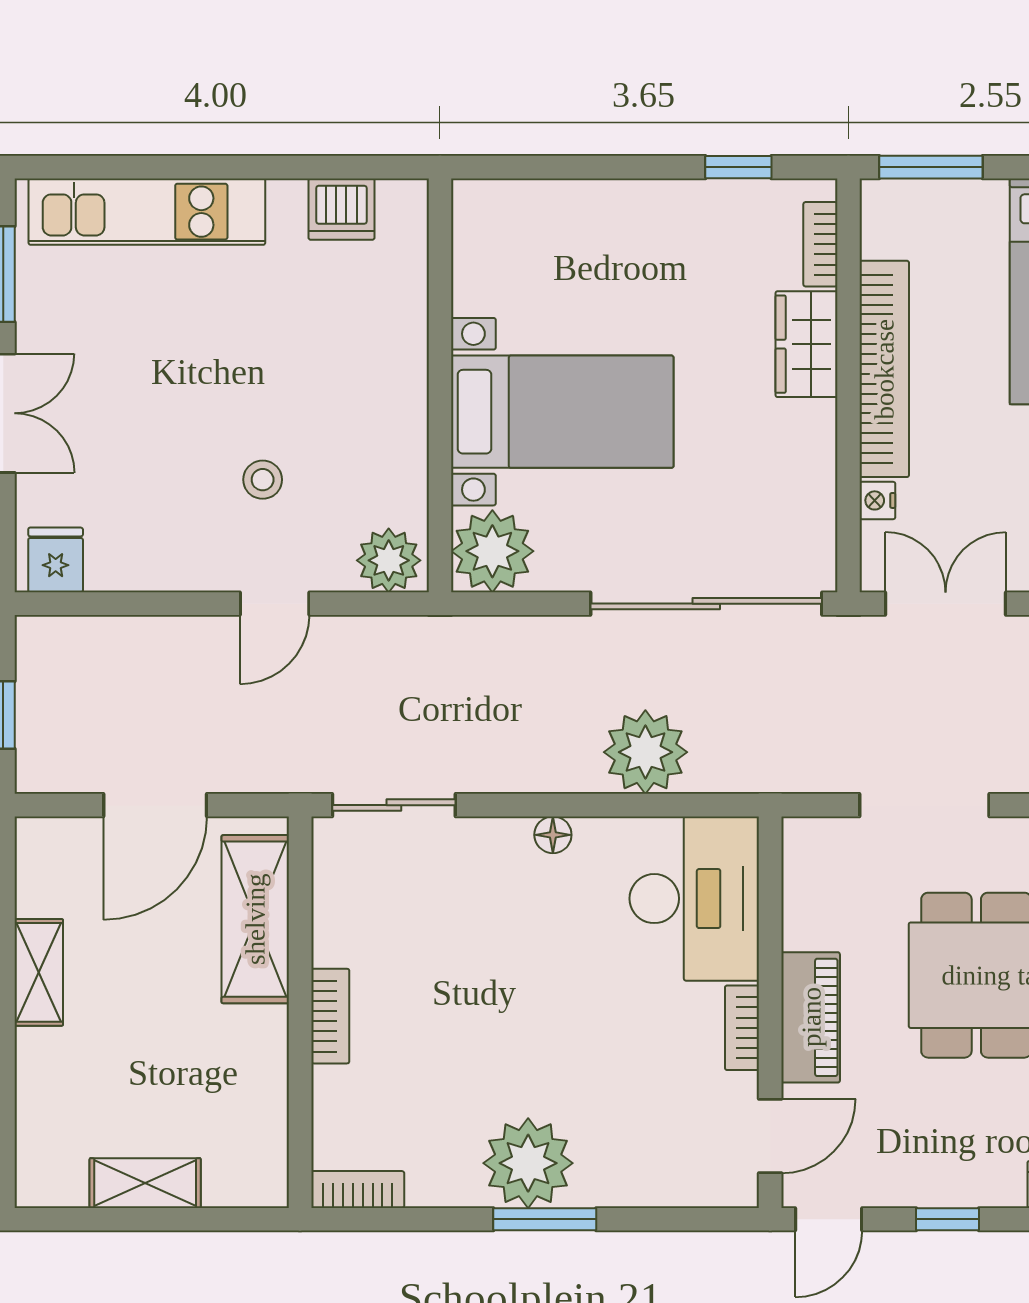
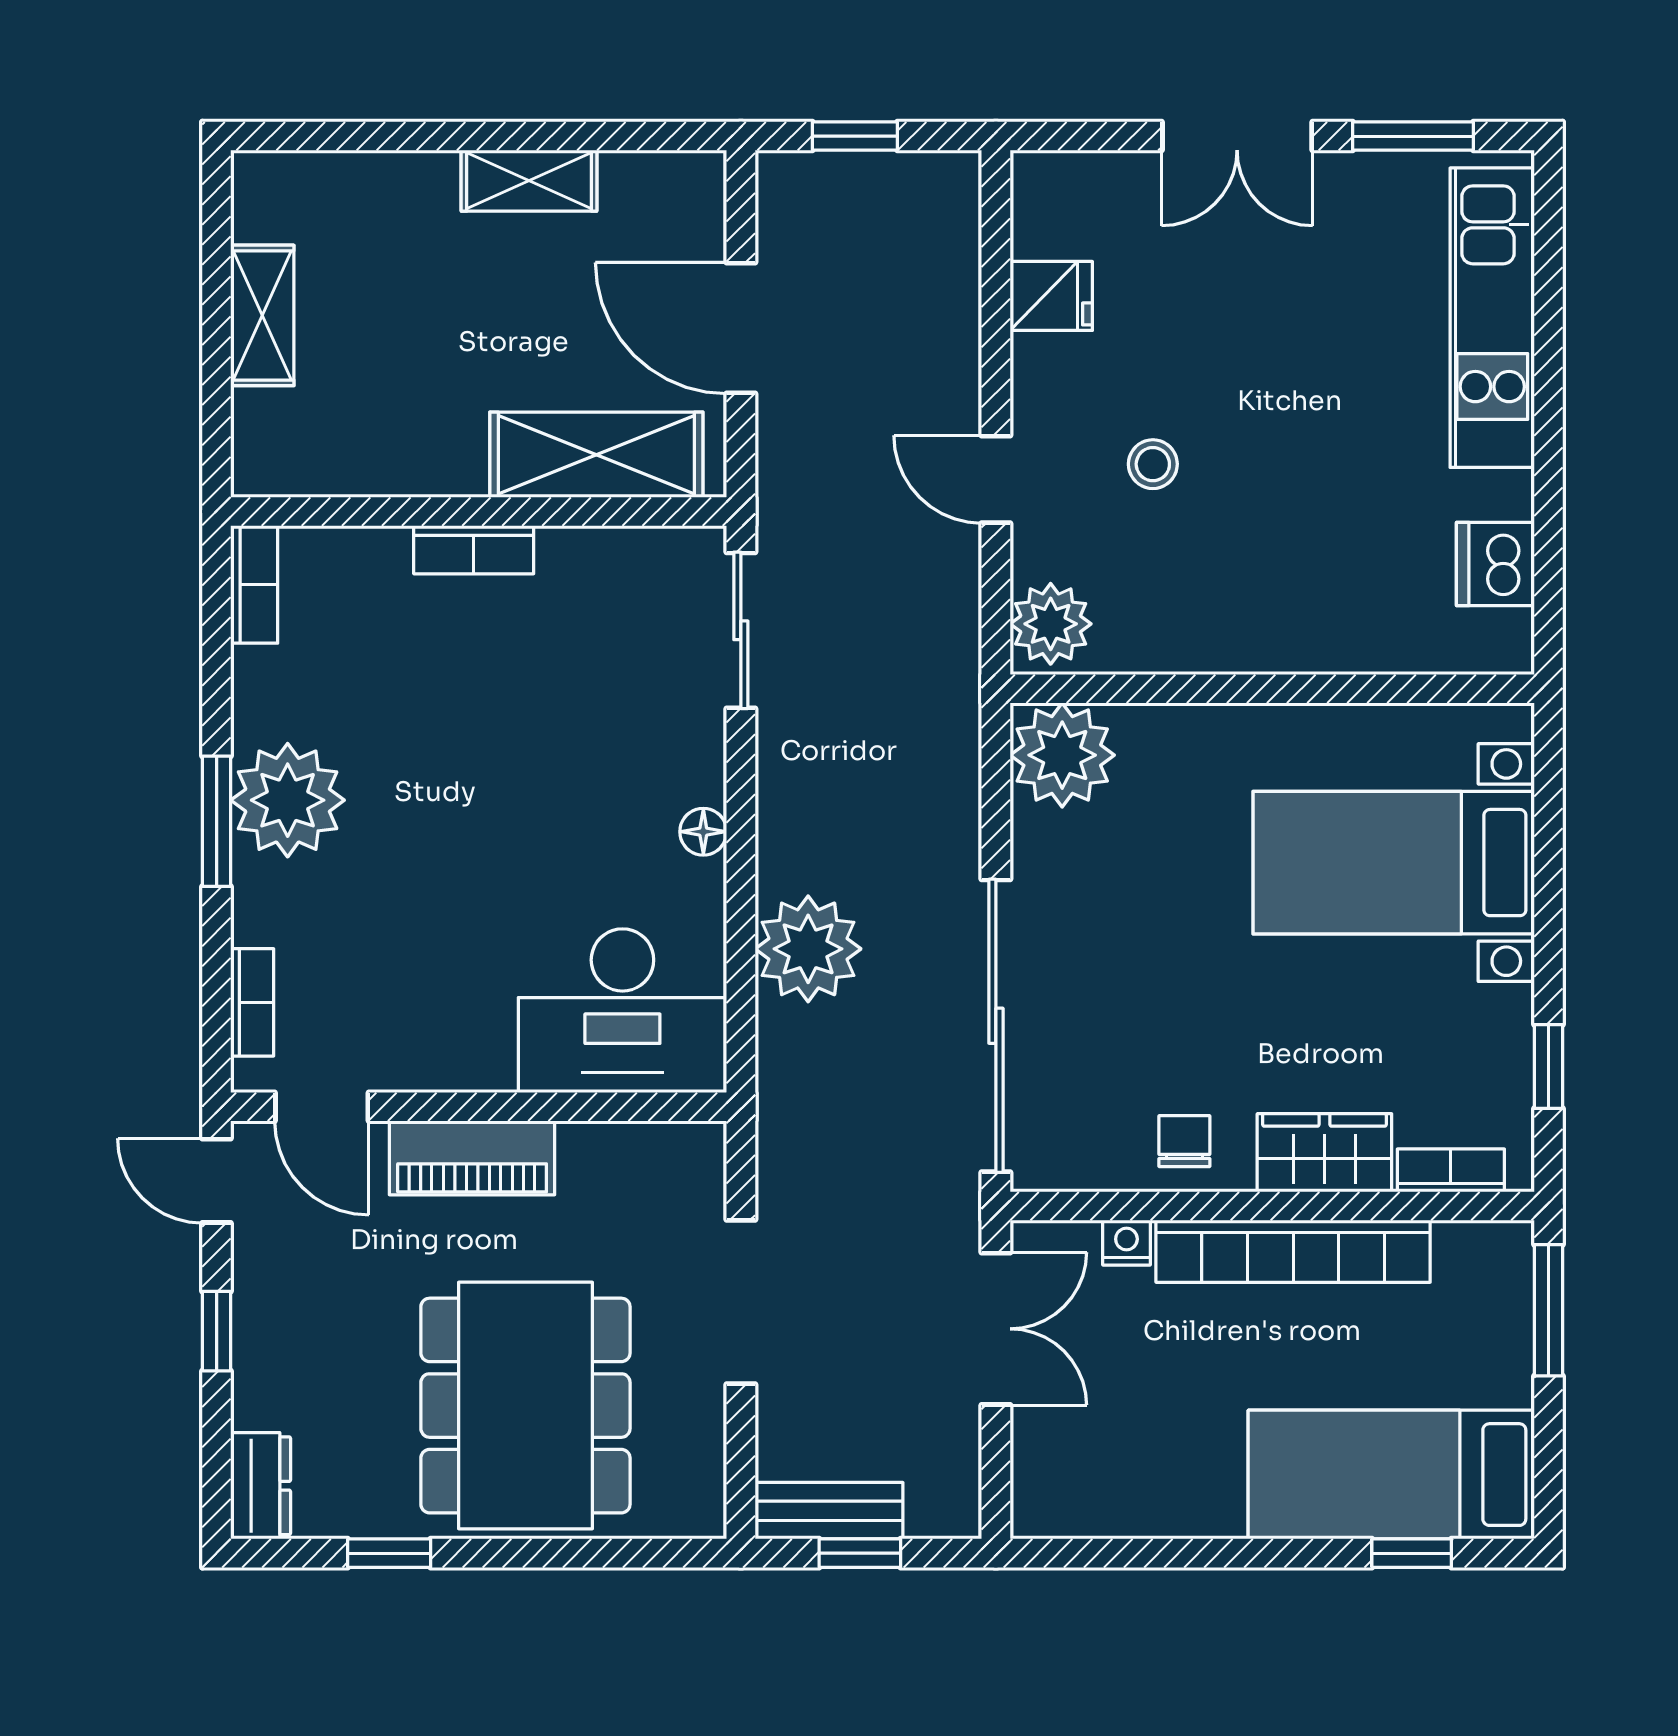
bed with nightstands: (562, 412) -> (1394, 863), moved, turned 90
chair: (797, 455) -> (1184, 1141), added
fridge: (56, 560) -> (1051, 296), moved
bookcase: (742, 1028) -> (252, 1002), moved, turned 90

